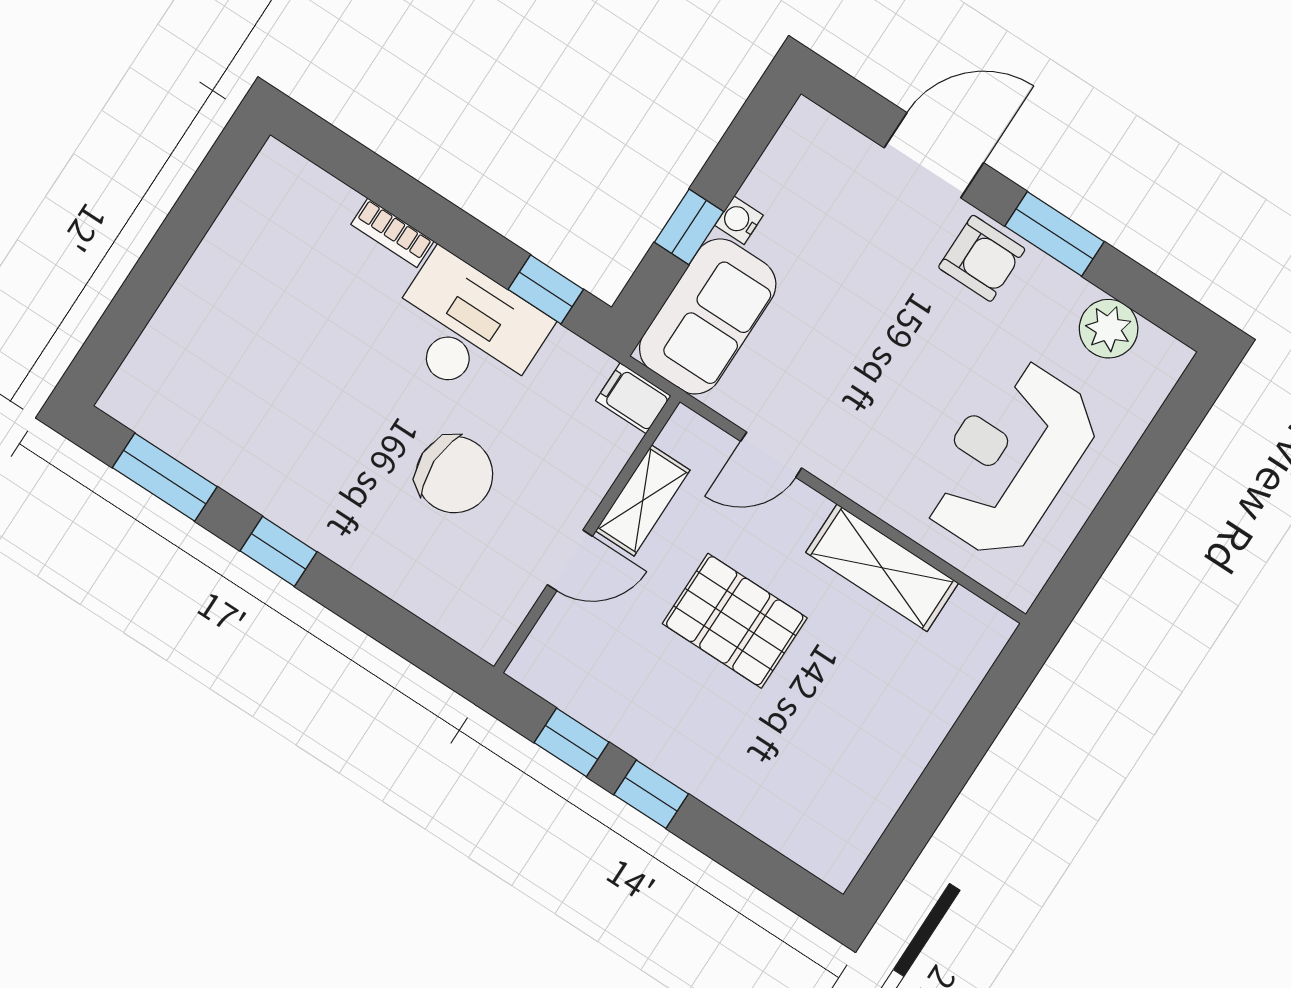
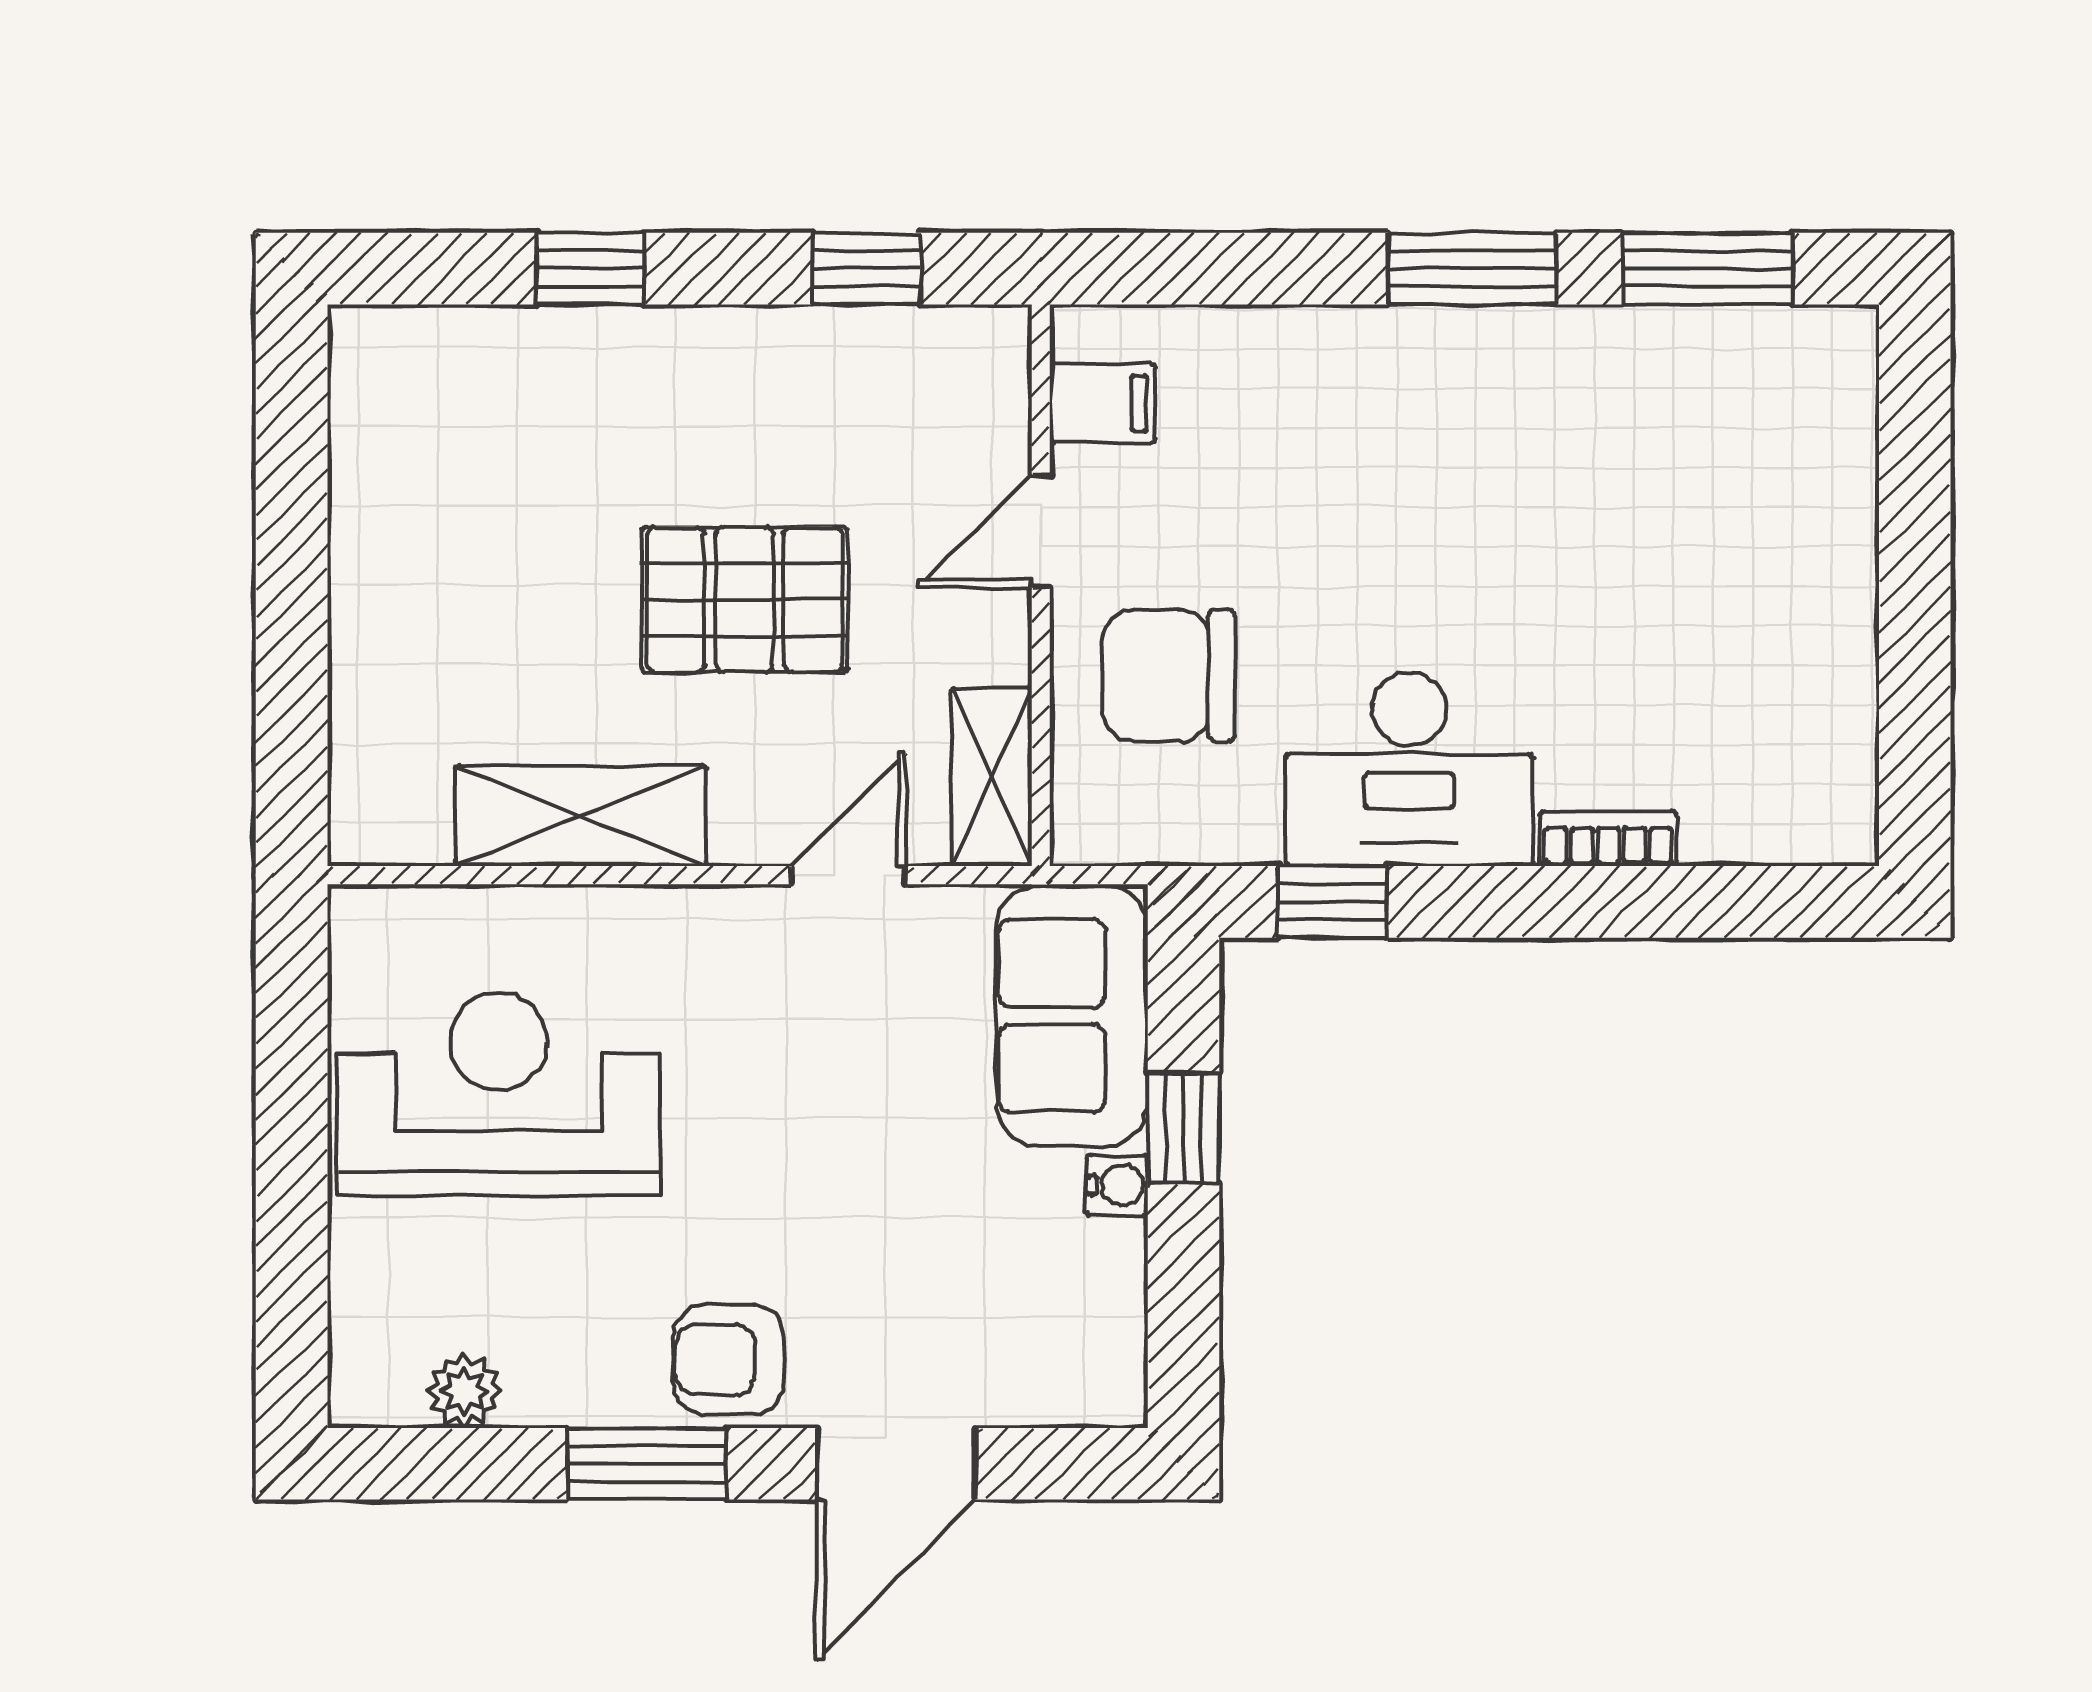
plant: (1109, 329) -> (464, 1391), width x0.73, depth x0.73
filing cabinet: (633, 398) -> (1102, 403), moved
reception desk: (1010, 459) -> (498, 1094), turned -90
chair: (454, 475) -> (1169, 675), moved
shelving: (643, 500) -> (992, 777), moved
window: (279, 551) -> (1472, 269), width x1.50
window: (651, 794) -> (590, 269), moved

